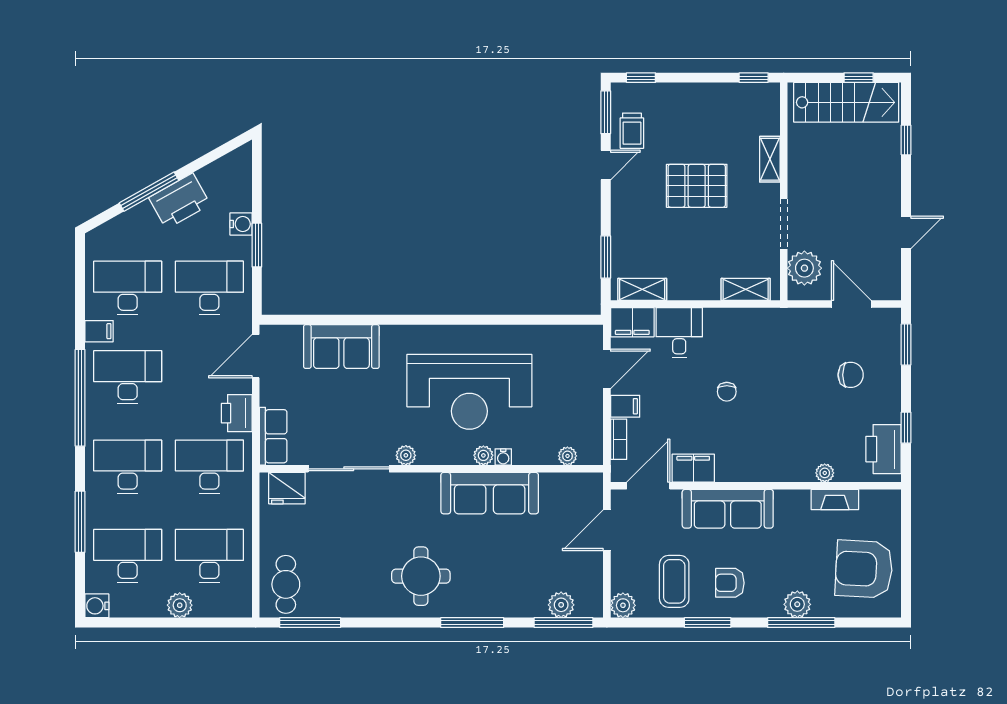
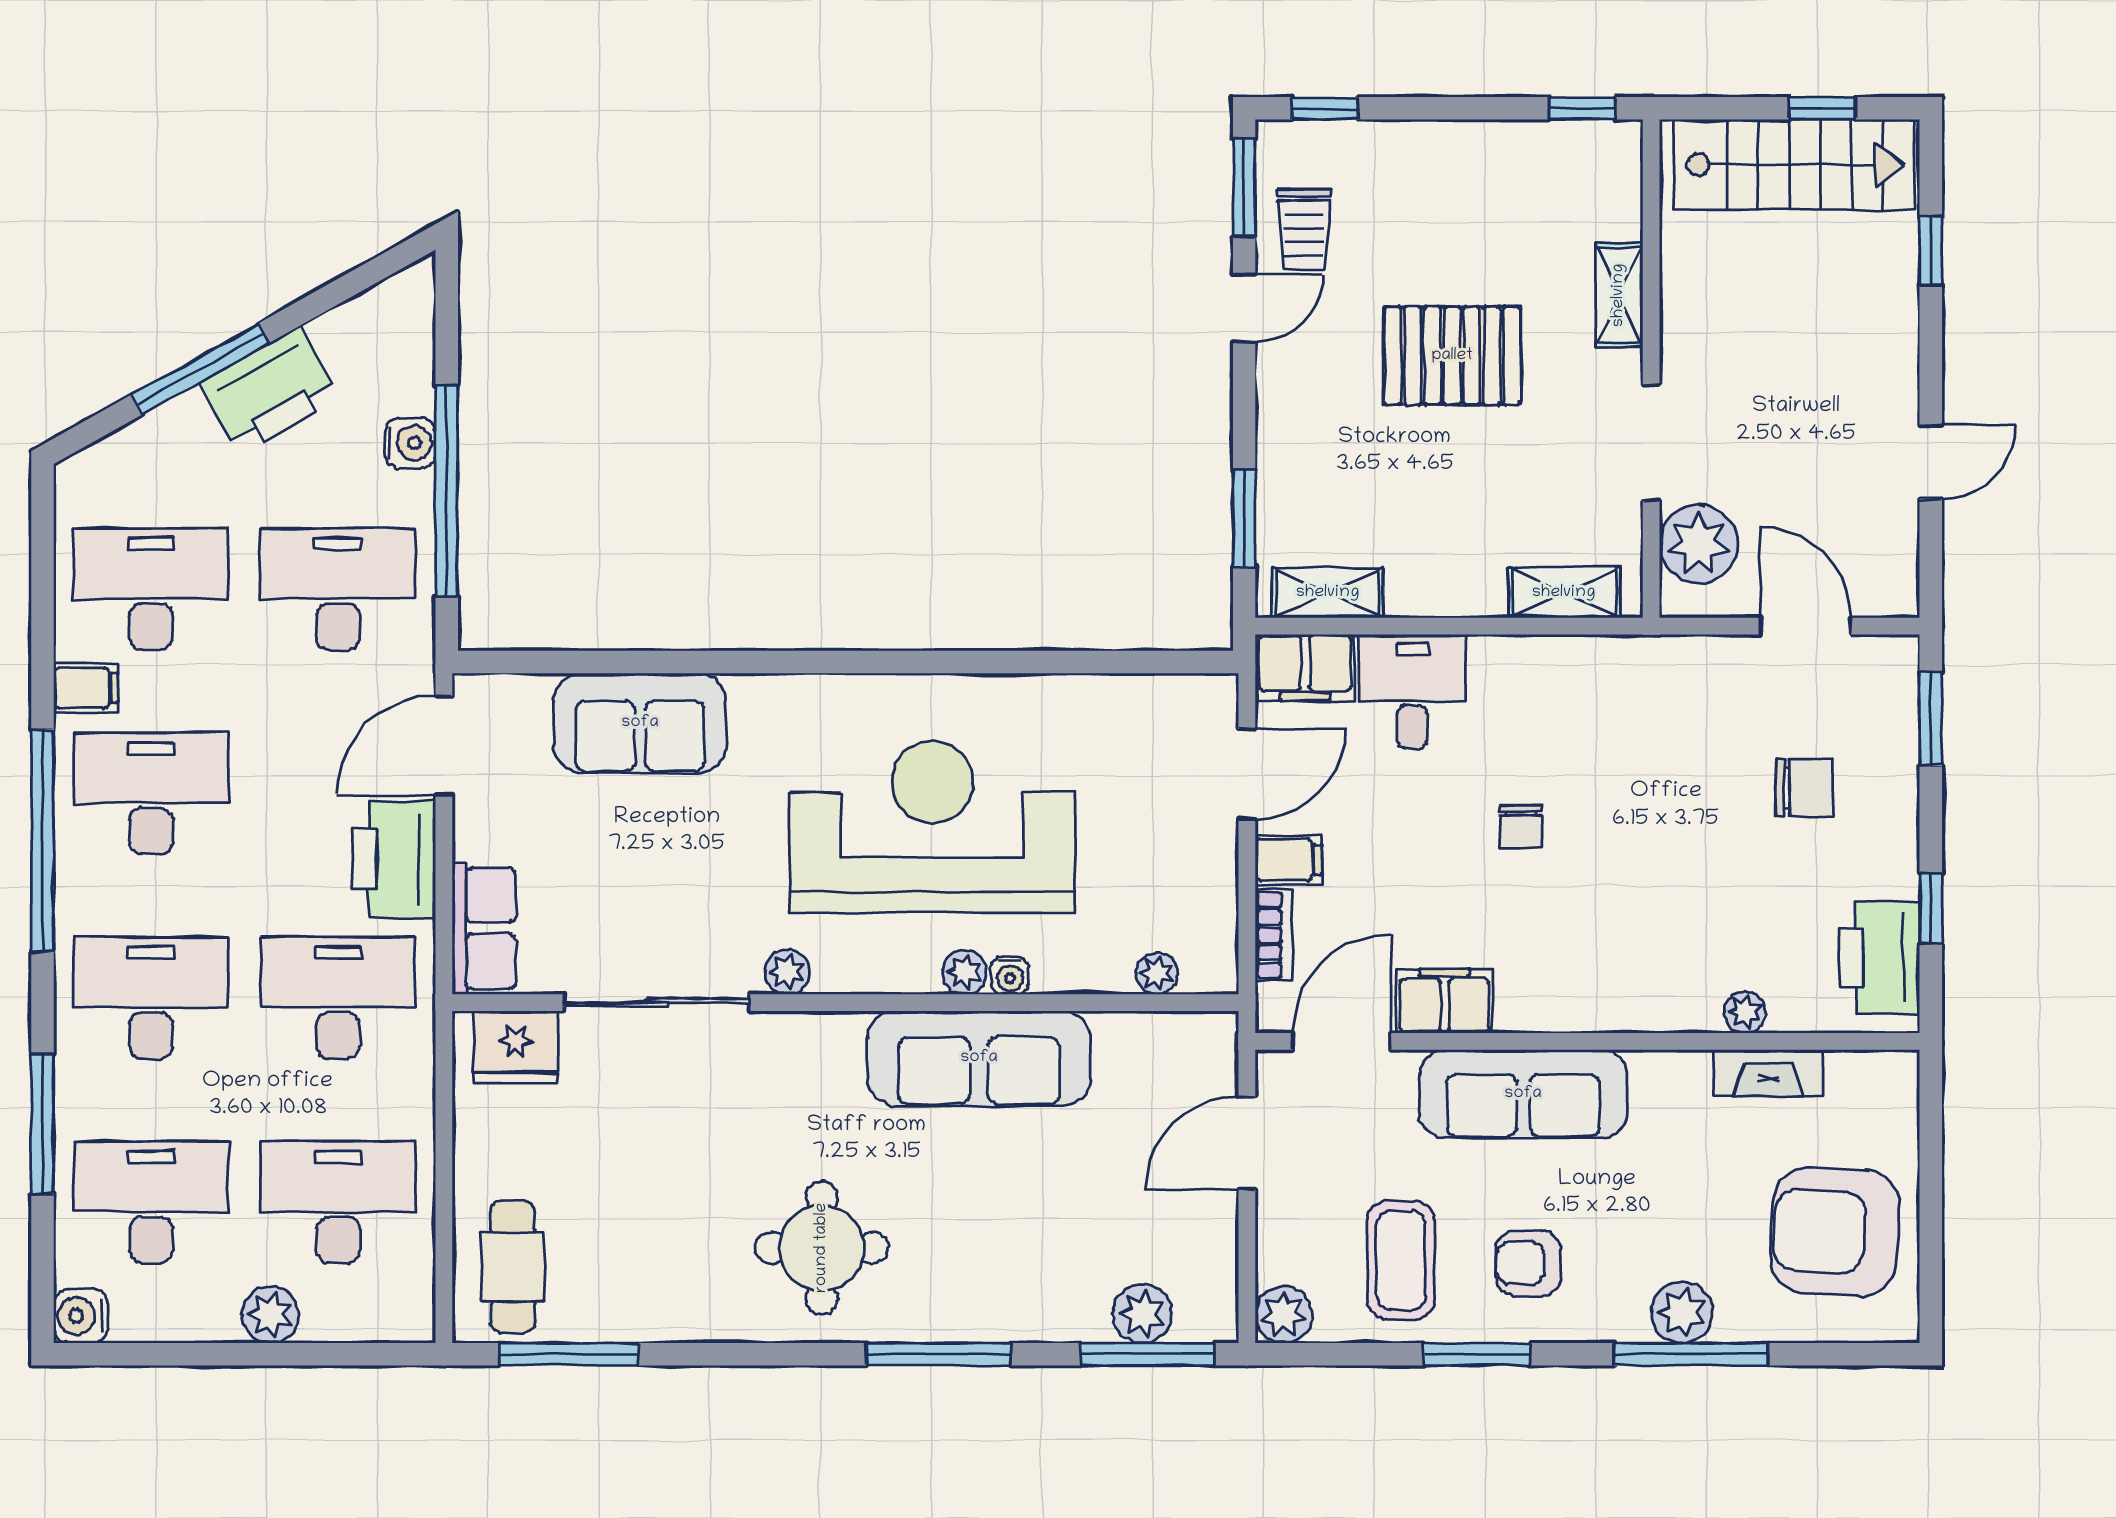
window: (257, 245) -> (447, 491), width x2.11
reception desk: (469, 392) -> (933, 827), turned 180
printer: (237, 413) -> (394, 859), width x1.37, depth x1.19

